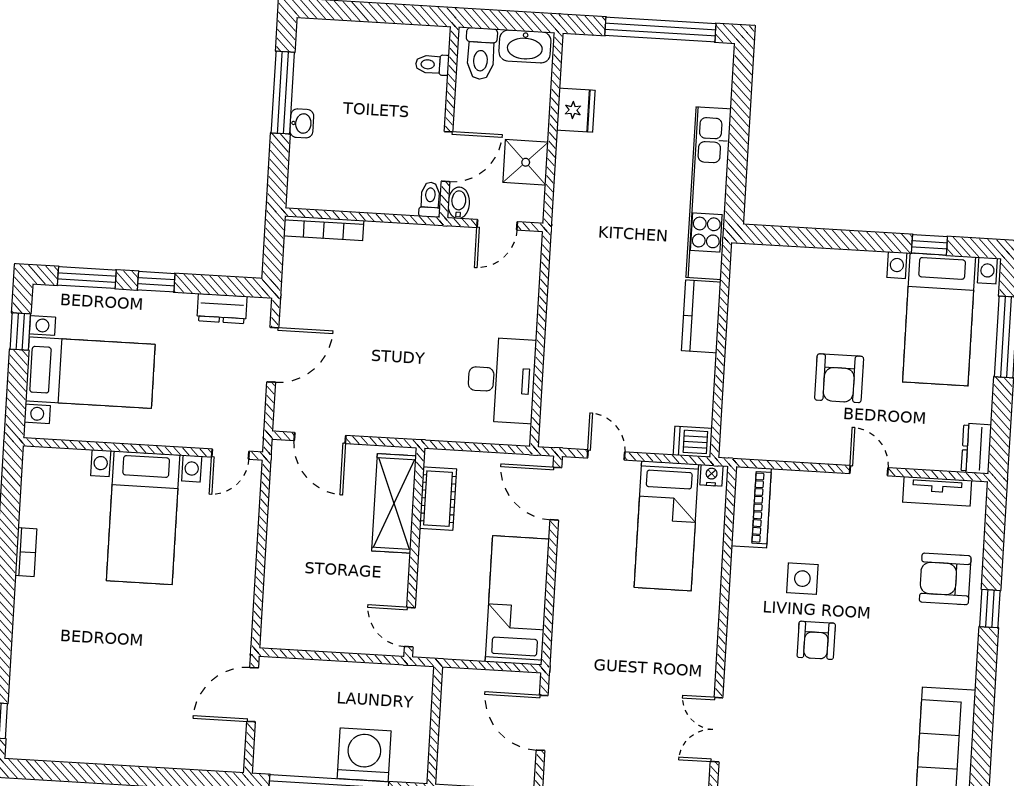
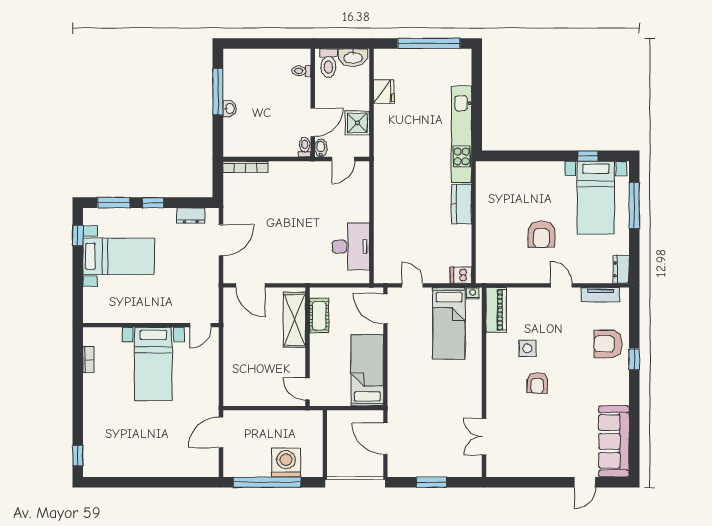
wall: (143, 449) -> (151, 325), moved
door: (230, 454) -> (200, 325), moved
bed with nightstands: (143, 518) -> (153, 364), moved

